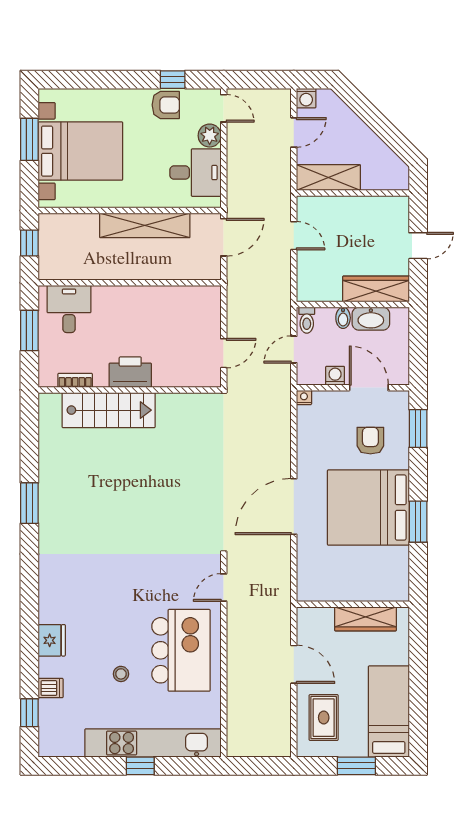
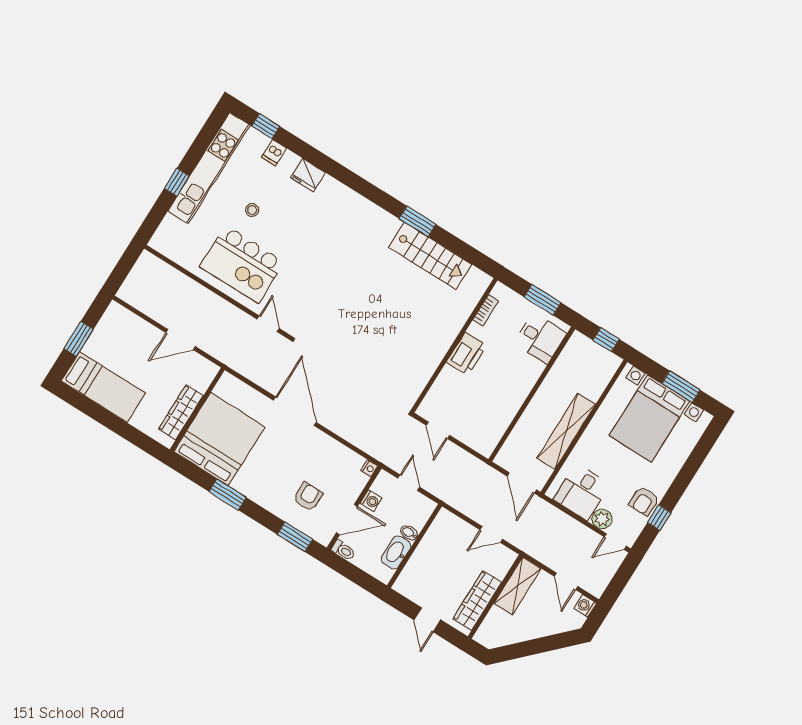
wardrobe: (376, 289) -> (477, 601), moved, turned 180
toilet: (307, 320) -> (343, 550), moved, turned 180
stairs: (109, 410) -> (430, 256), moved, turned -90
armchair: (370, 441) -> (308, 497), turned -90
bed: (368, 508) -> (219, 439), moved
rug: (324, 718) -> (129, 337), removed
kitchen unit: (153, 743) -> (209, 168), moved

